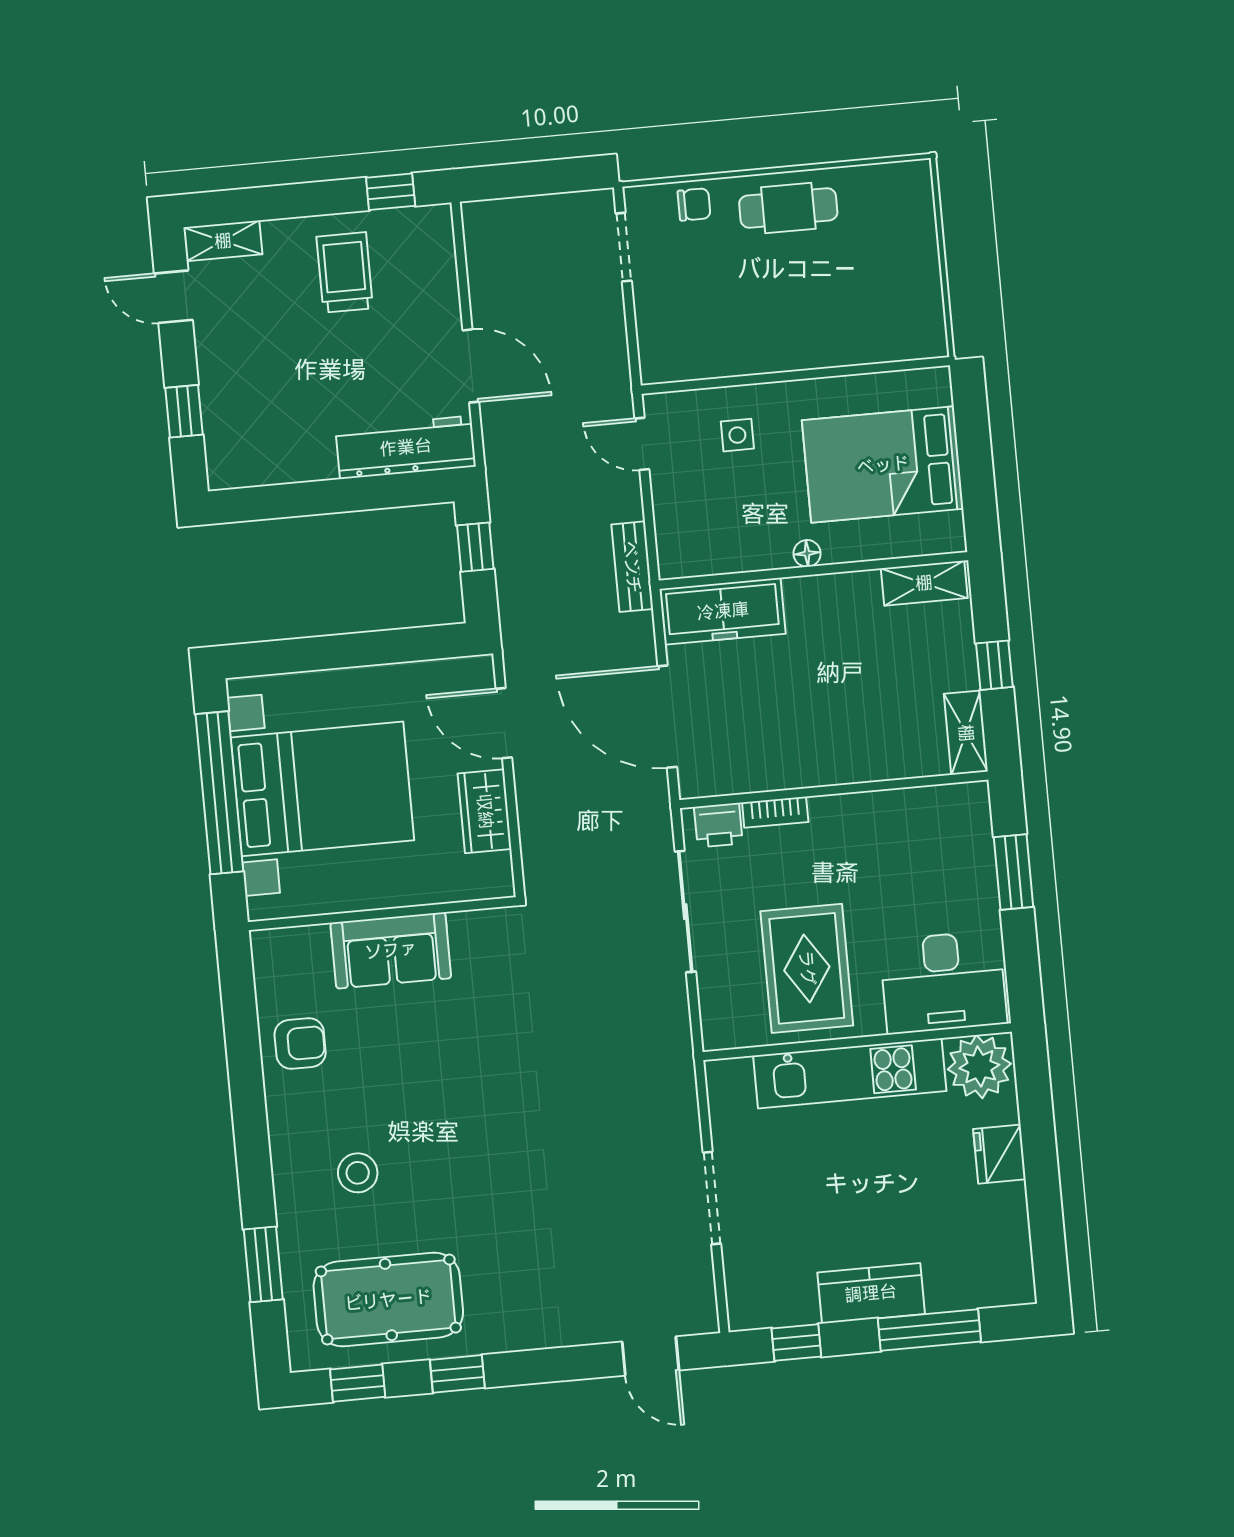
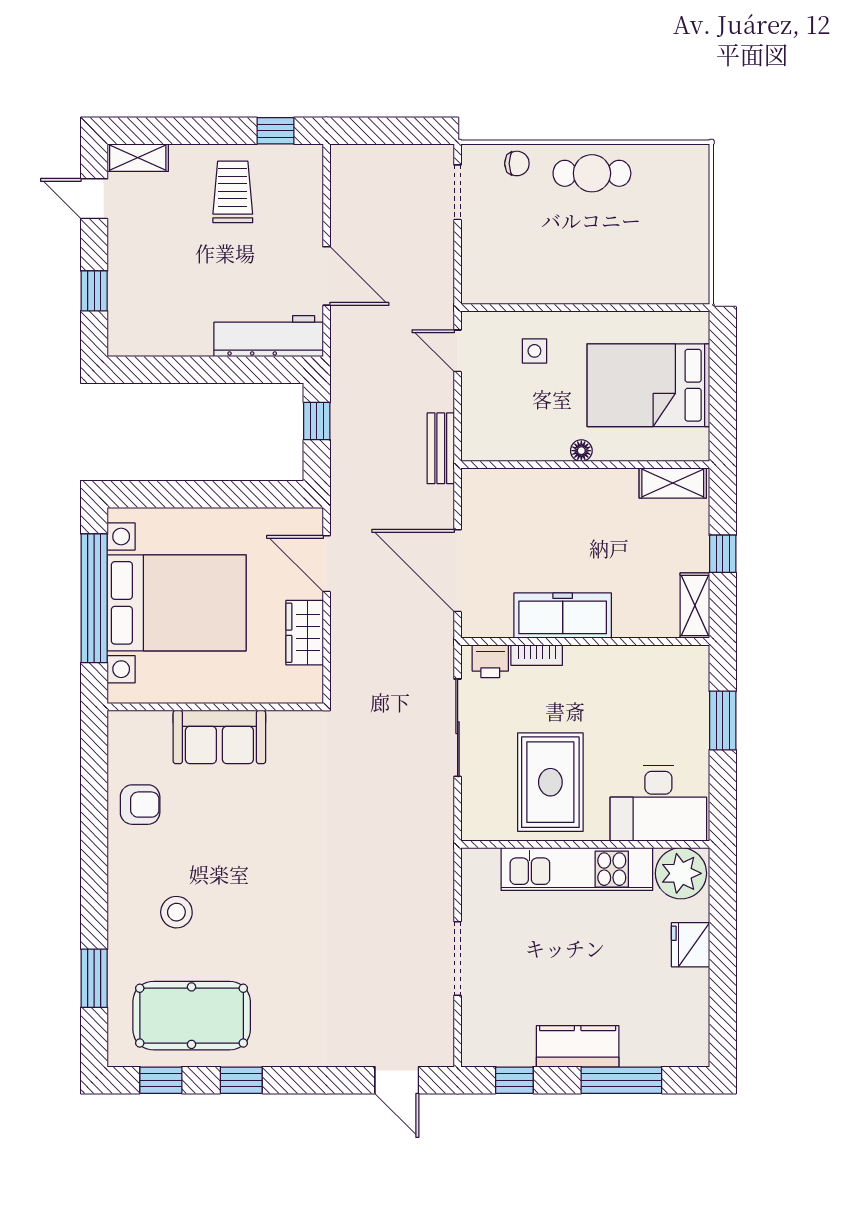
freezer: (723, 611) -> (563, 616), moved, turned 180

